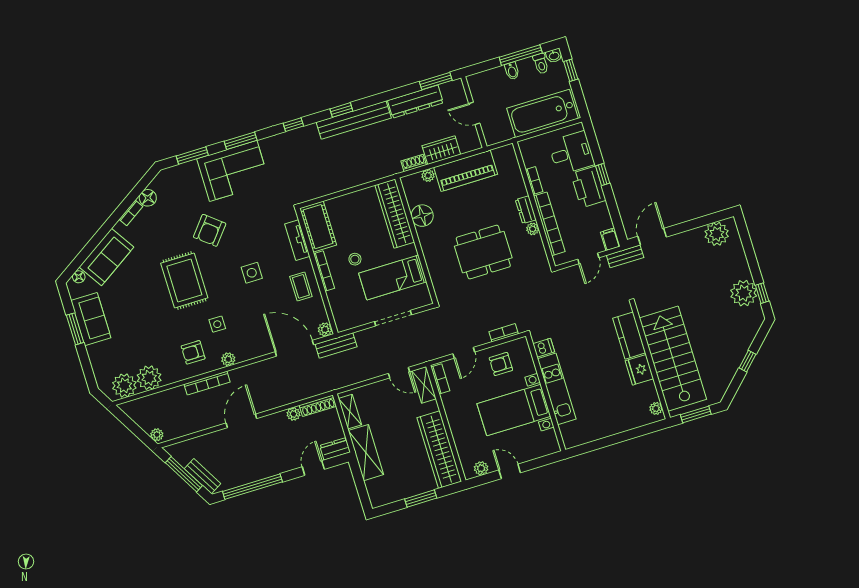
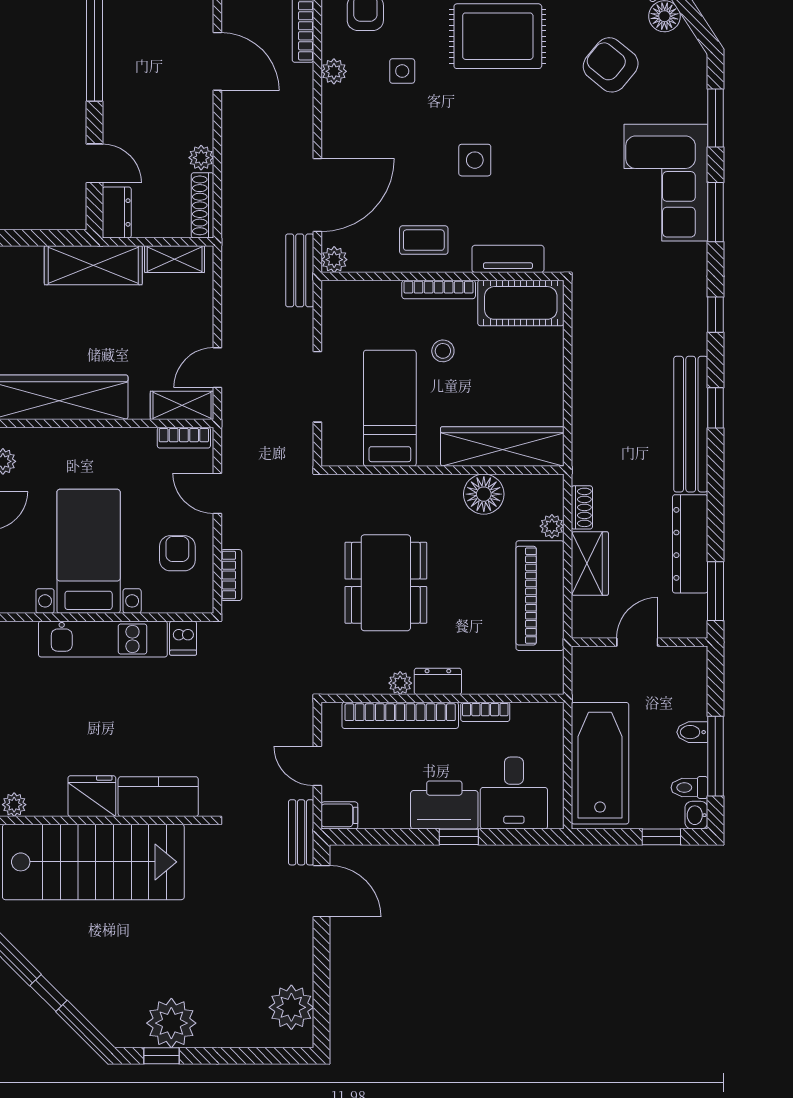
armchair: (210, 230) -> (611, 65), moved

